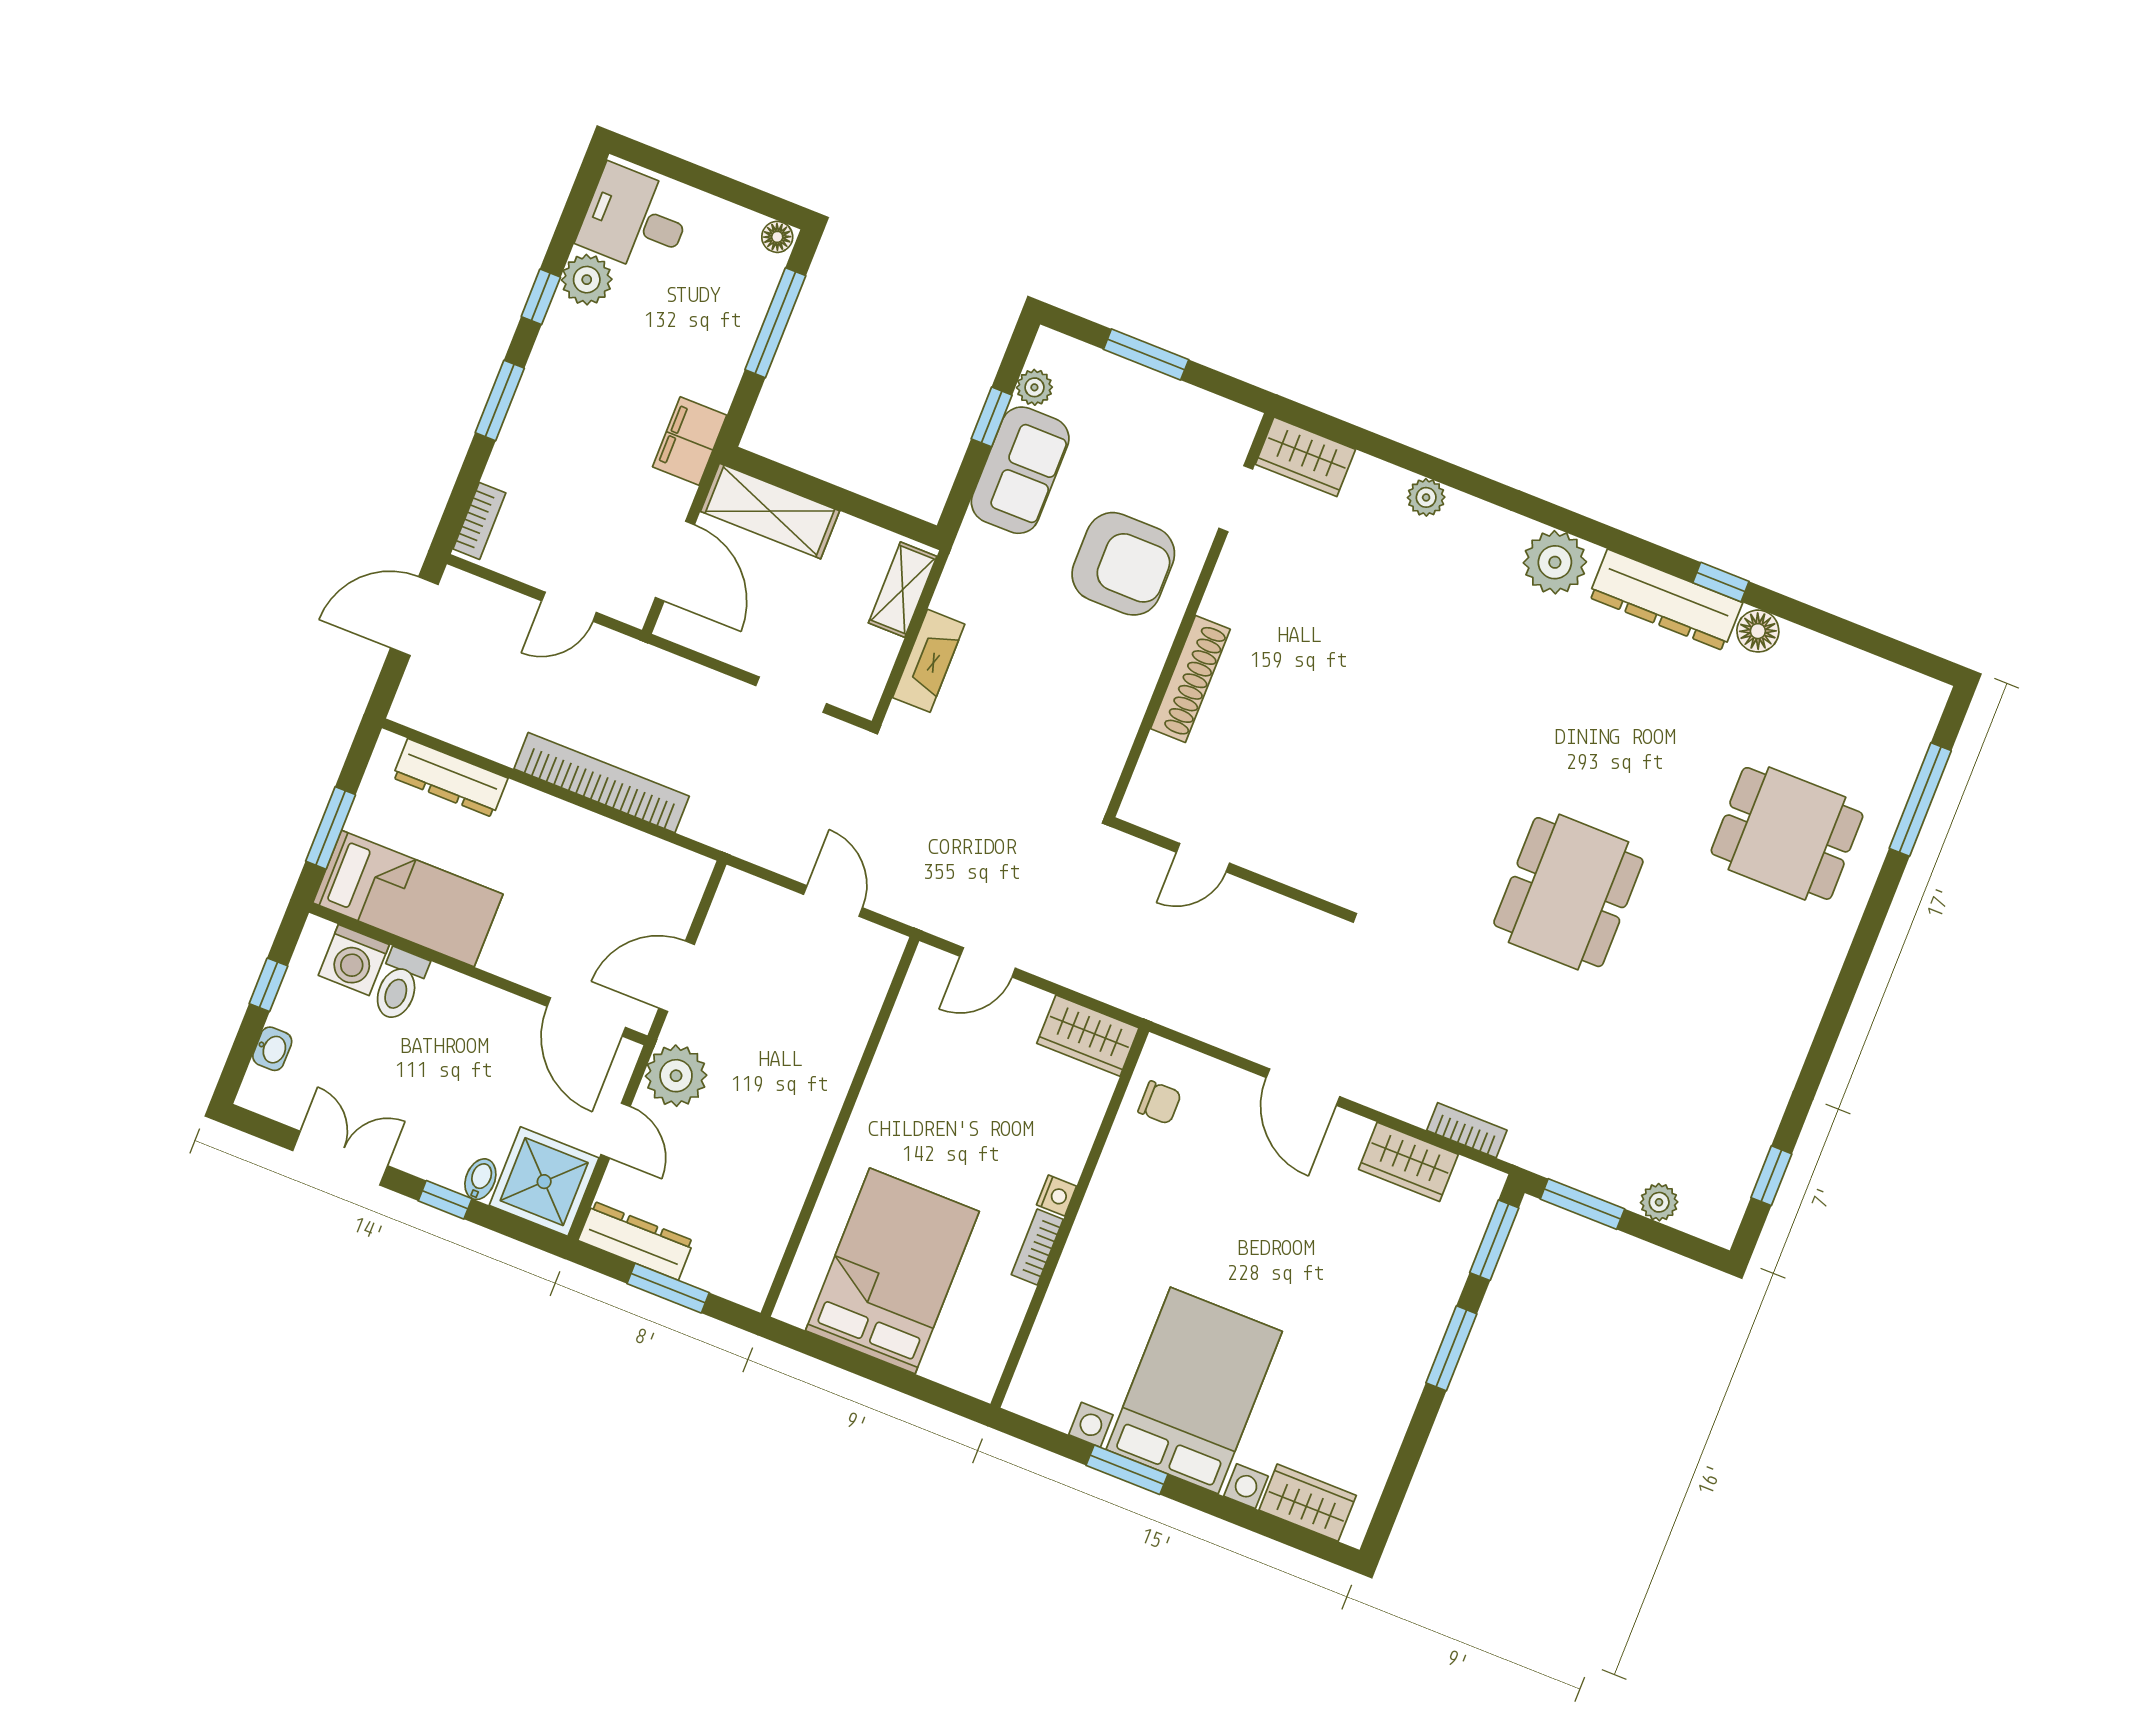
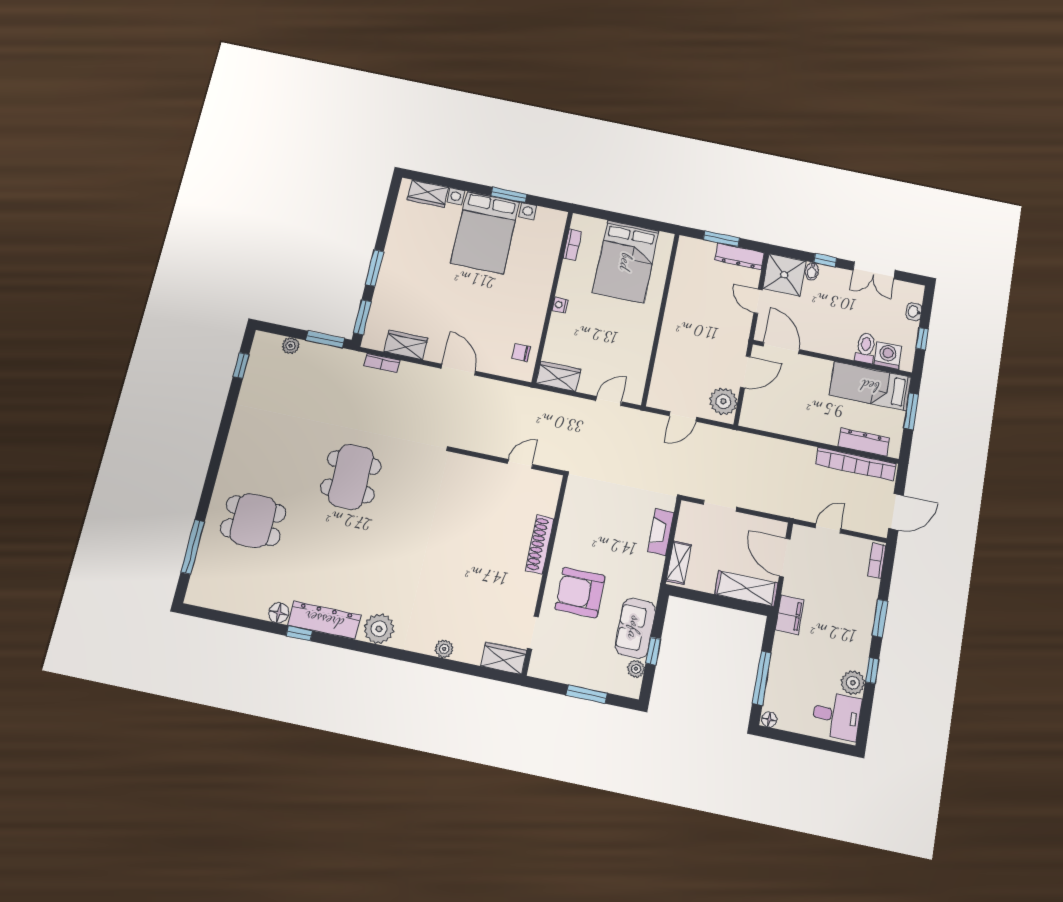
bookcase: (602, 783) -> (856, 464), moved
door: (833, 901) -> (683, 417), hinge flipped
plant: (676, 1076) -> (723, 401), moved
bookcase: (1037, 1247) -> (572, 245), moved

